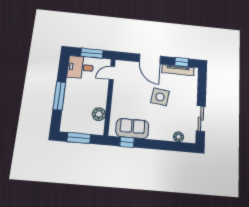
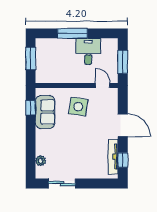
door: (150, 59) -> (123, 125), swing flipped
desk: (80, 67) -> (88, 51), moved
side table: (160, 97) -> (78, 107), moved
plant: (99, 114) -> (57, 76), removed

